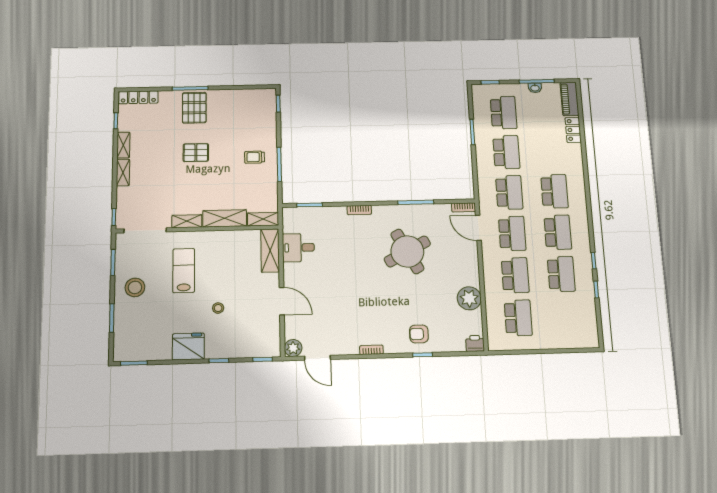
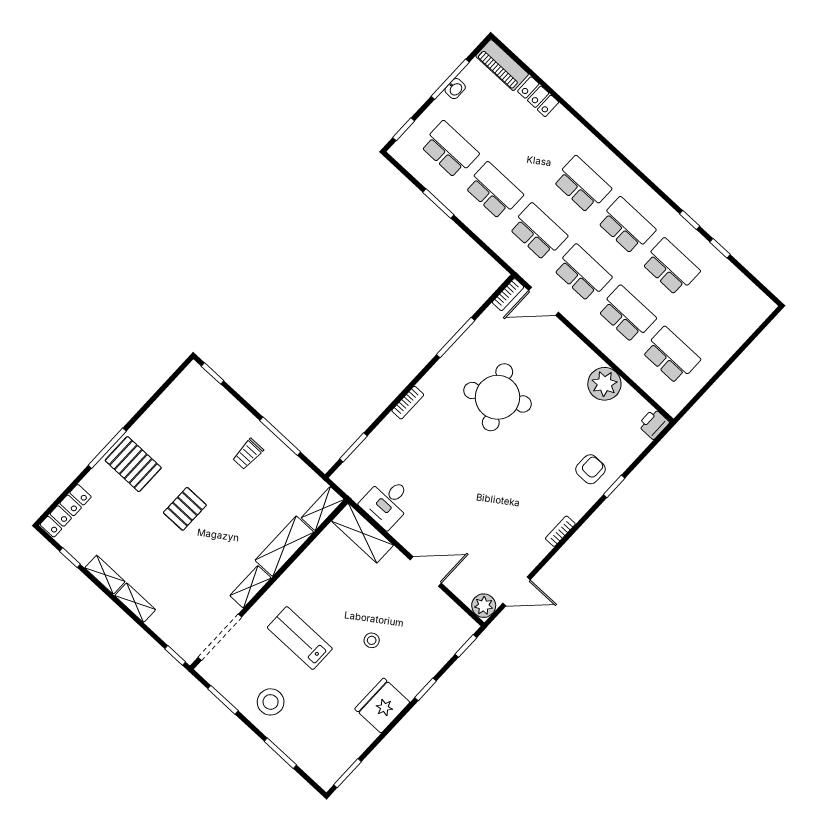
armchair: (419, 334) -> (590, 469), turned 180

